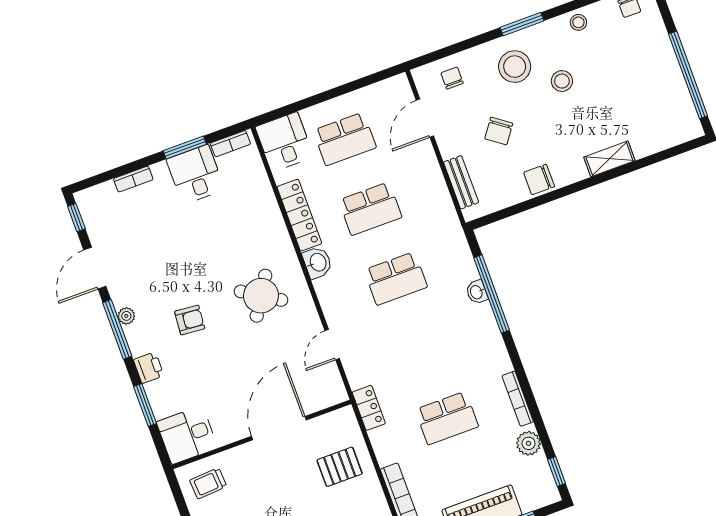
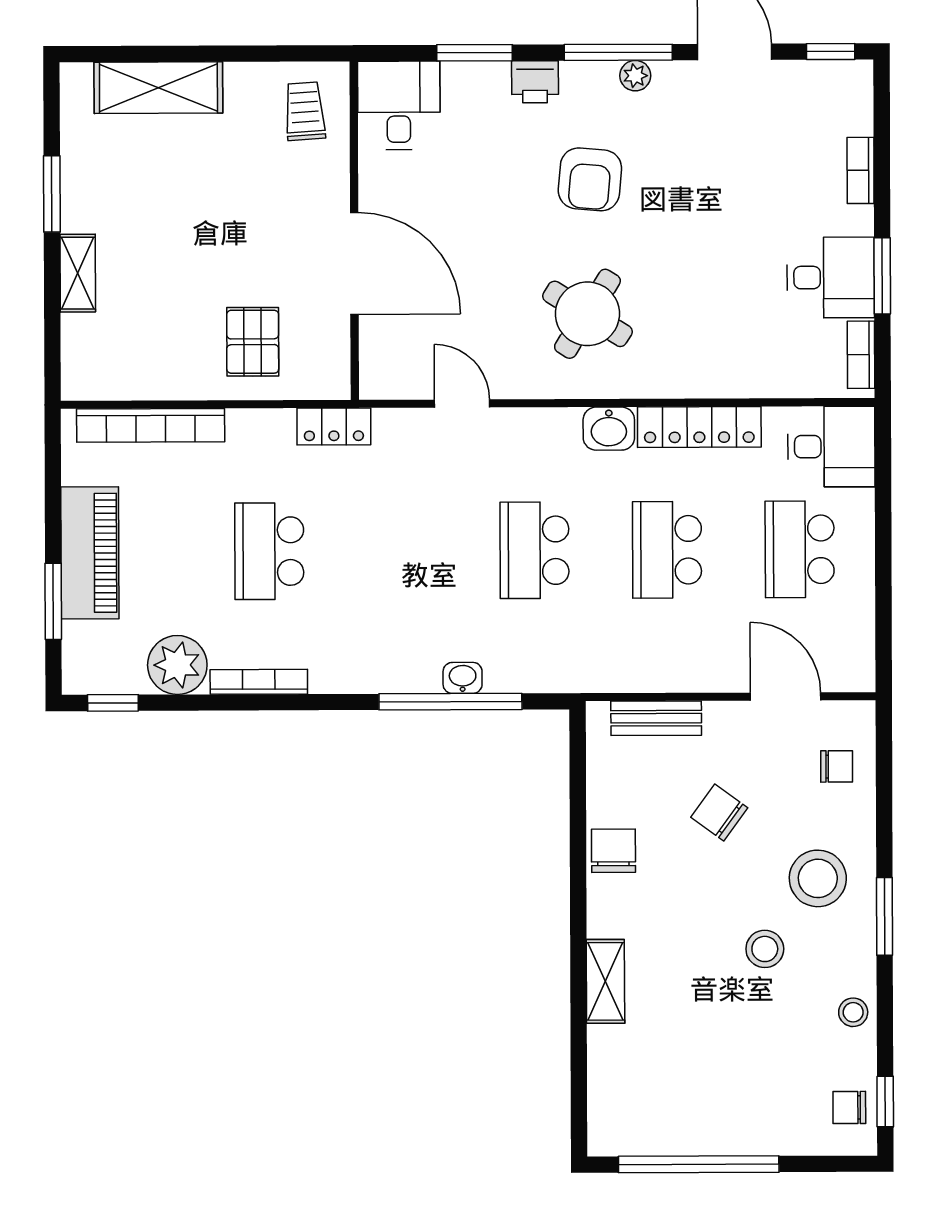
armchair: (190, 320) -> (590, 179), width x1.38, depth x1.38
plant: (528, 443) -> (177, 665), width x1.36, depth x1.36

